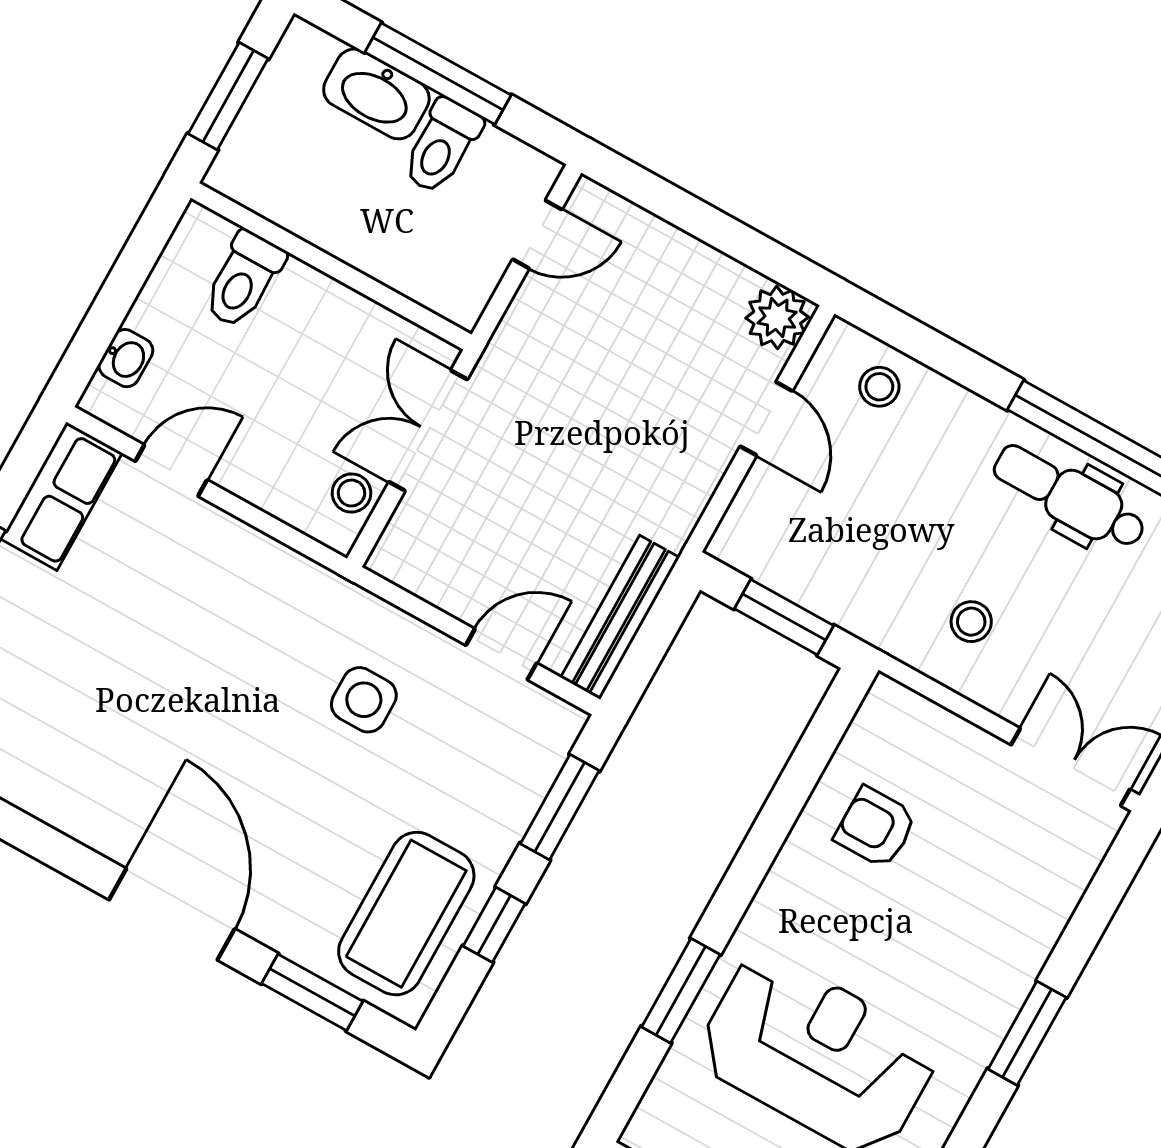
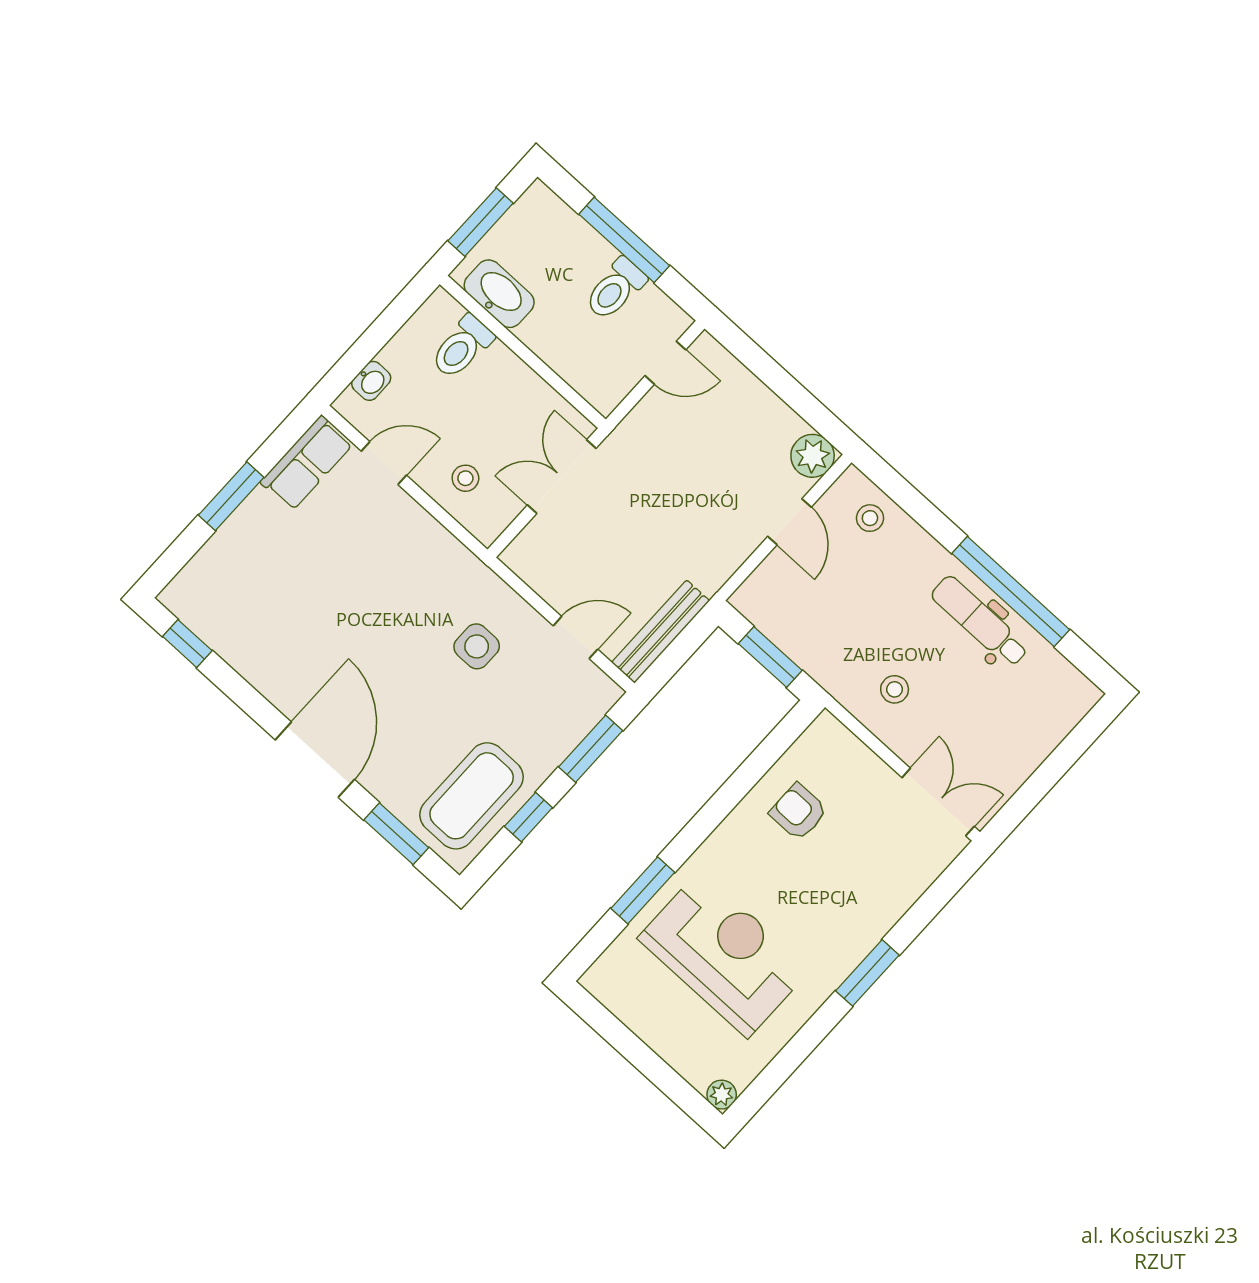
washbasin: (376, 94) -> (499, 294), moved, turned 180
stool: (351, 493) -> (465, 478), moved

